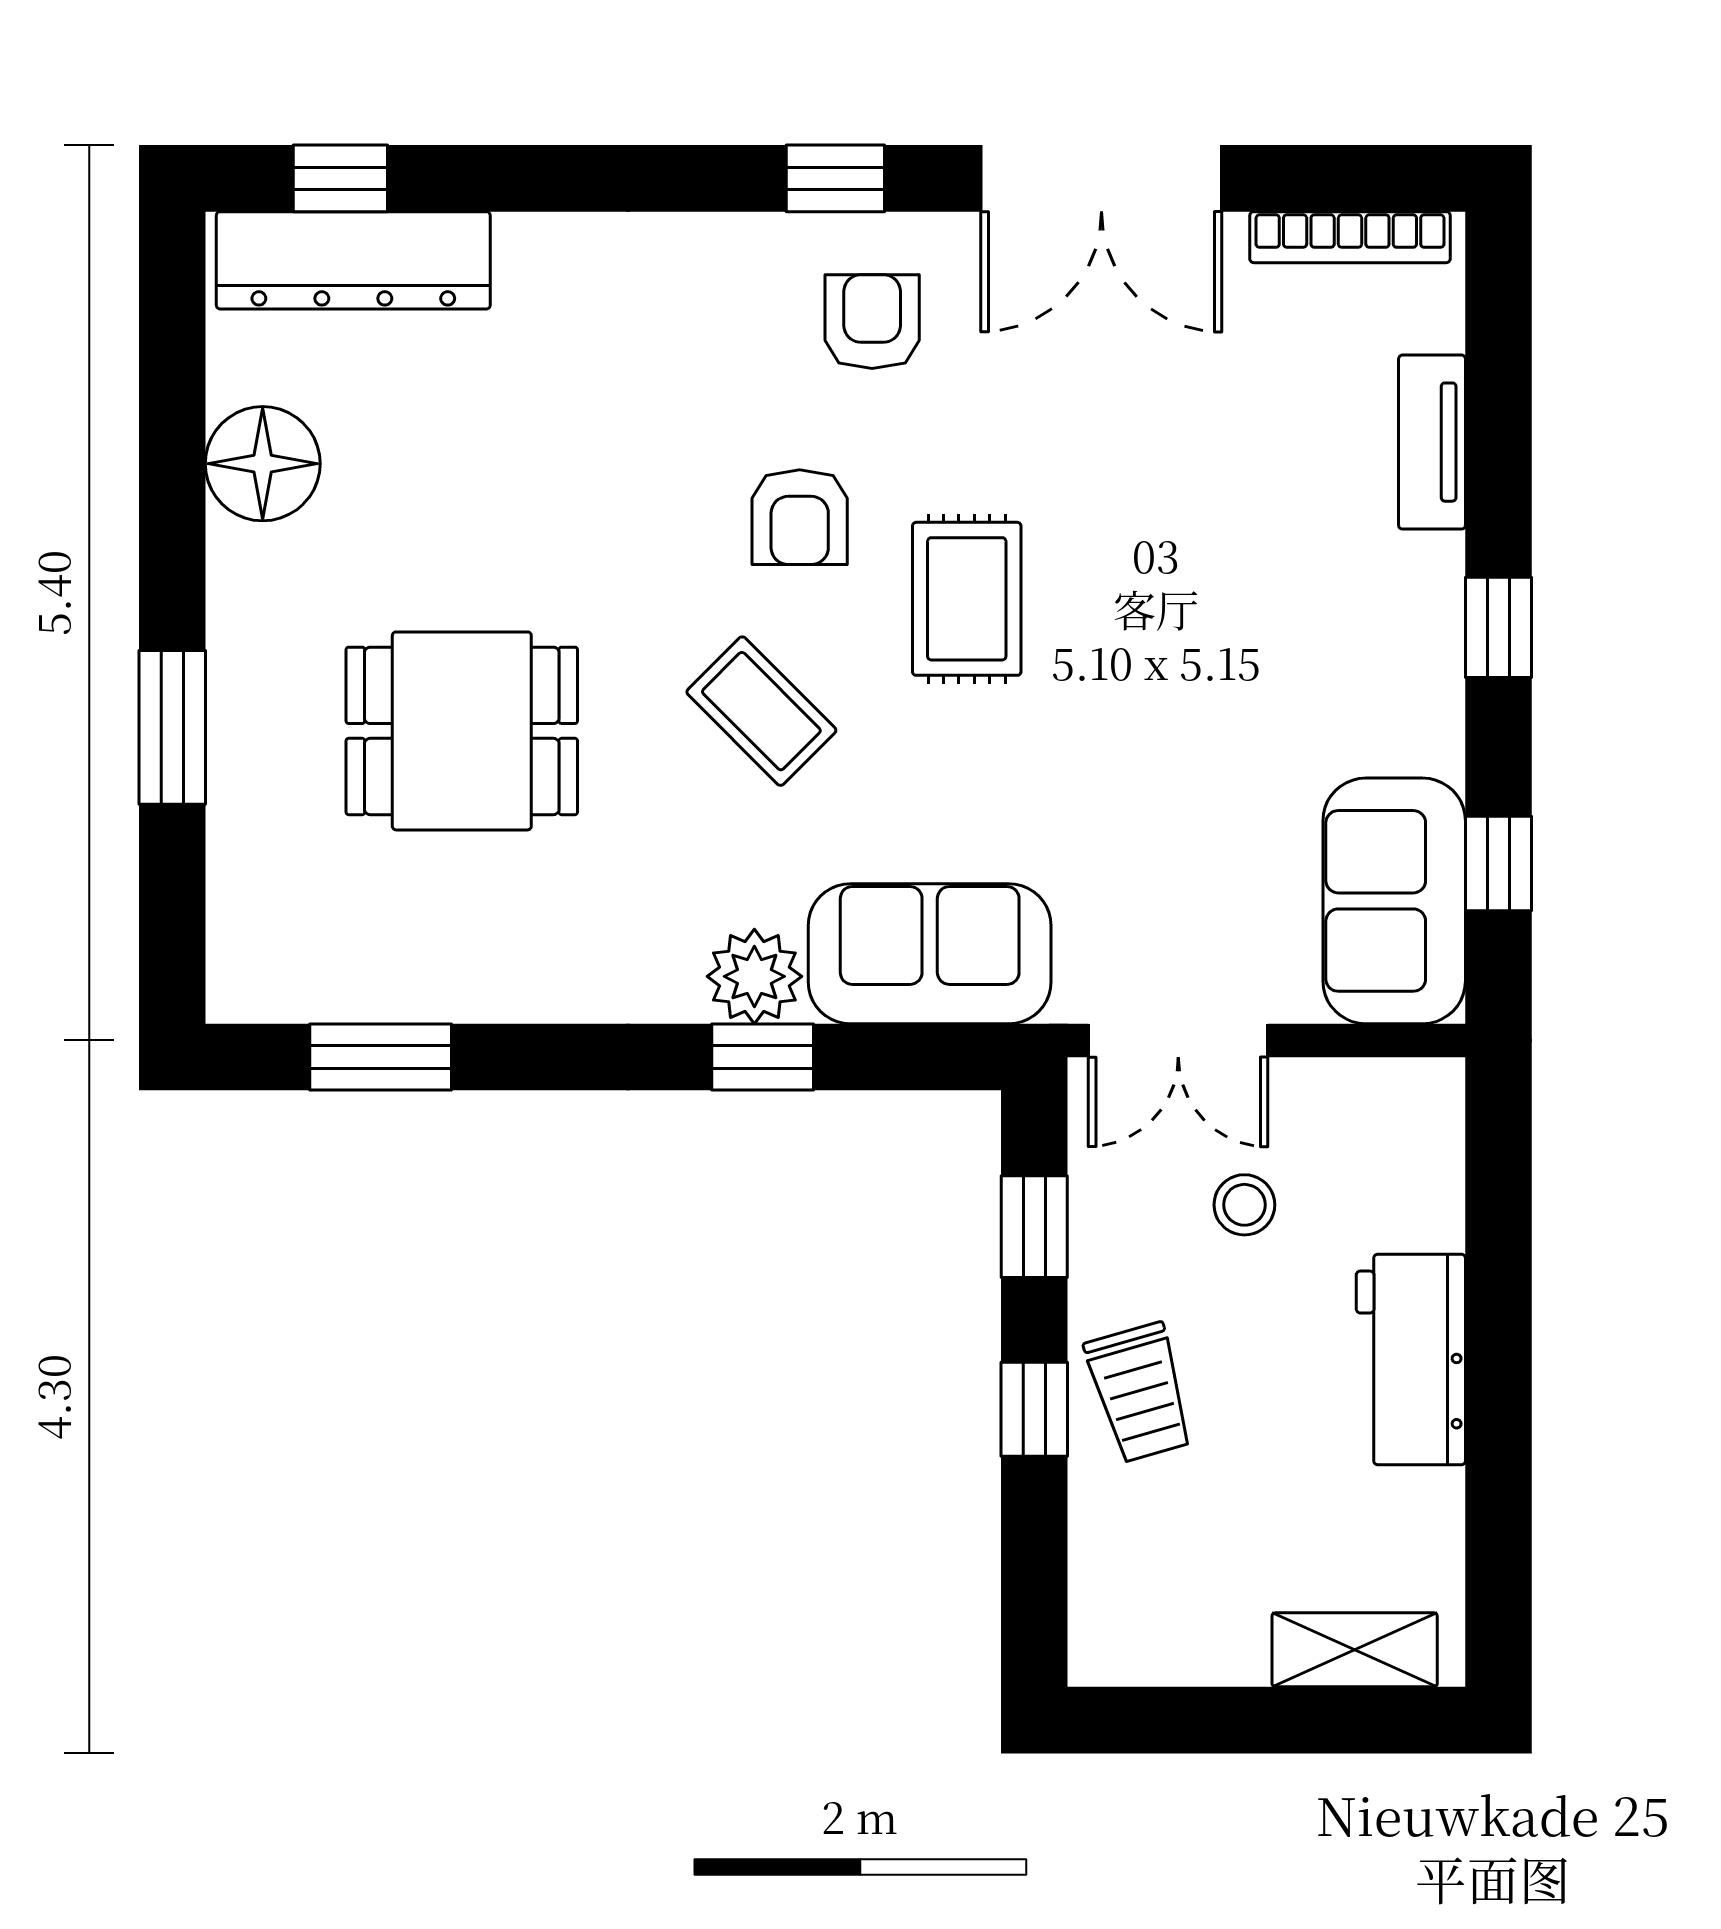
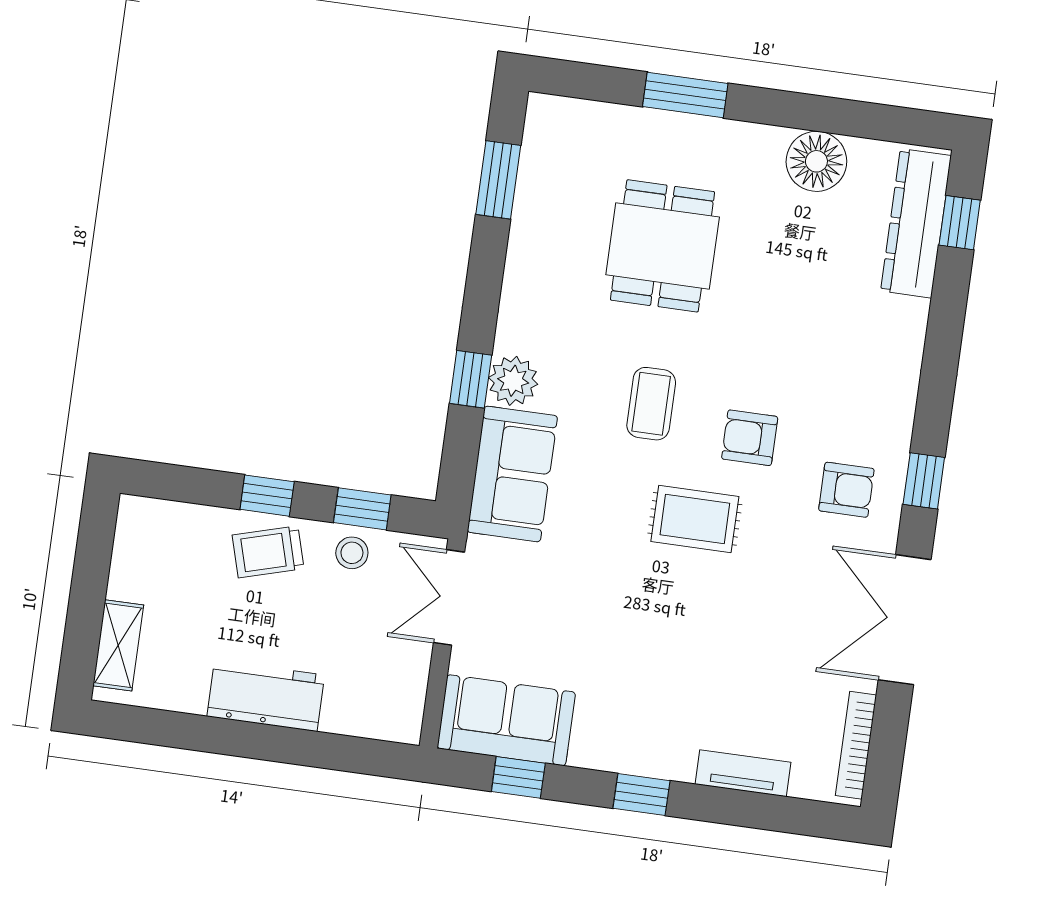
coffee table: (761, 711) -> (651, 404), turned -45
stool: (1244, 1205) -> (352, 553), moved

